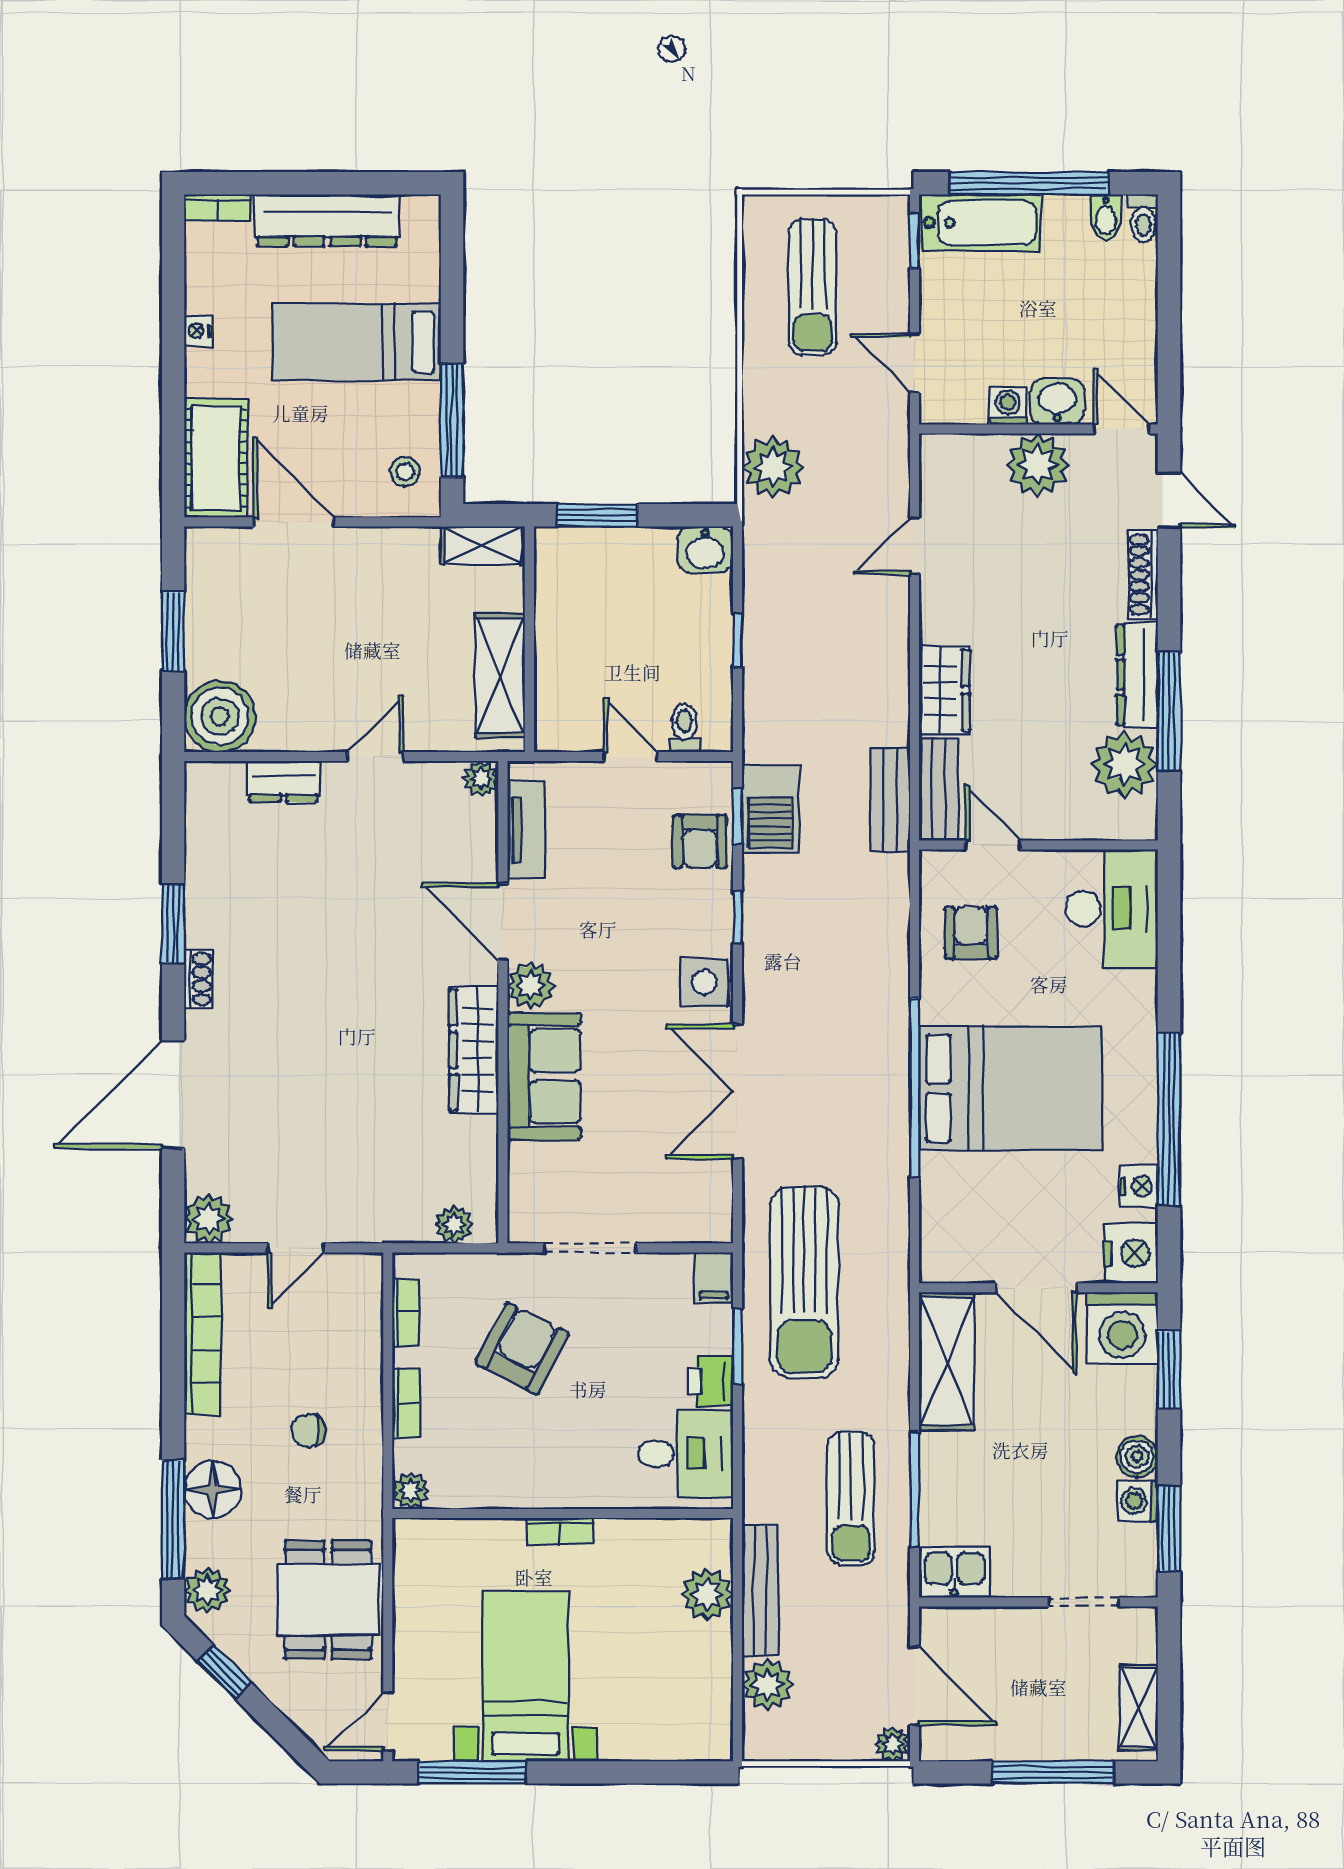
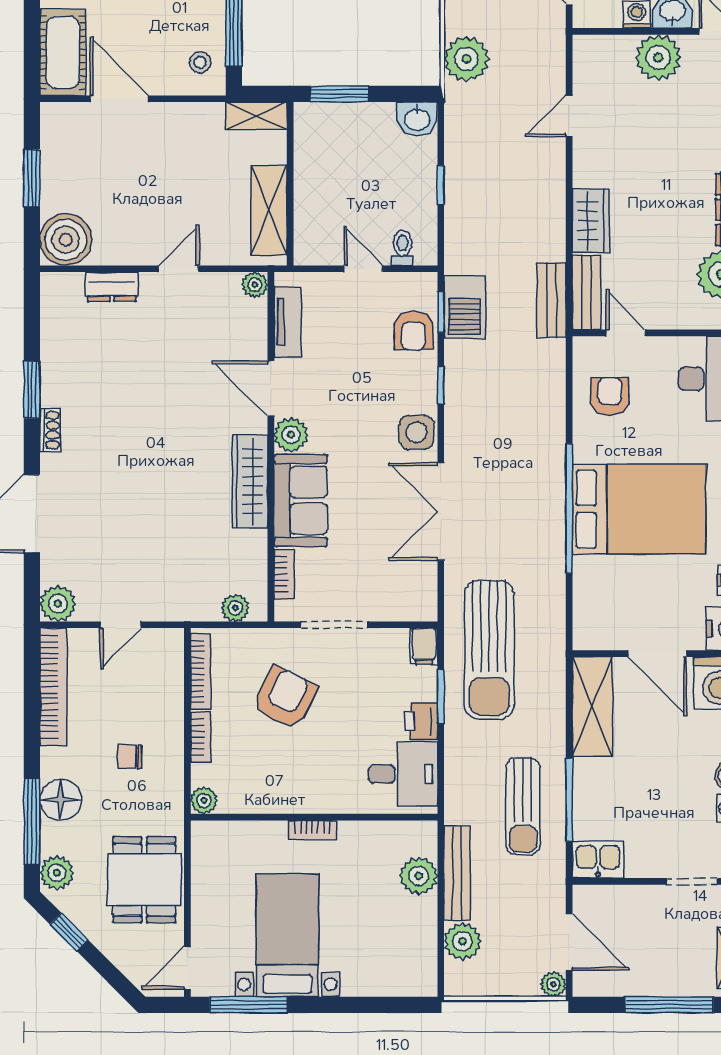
bookcase: (521, 1178) -> (284, 574), added
bookcase: (406, 1312) -> (200, 671), width x1.56

